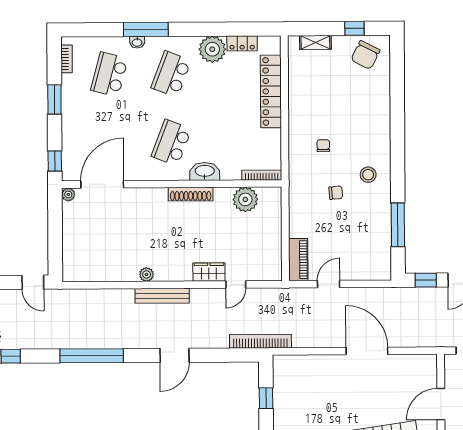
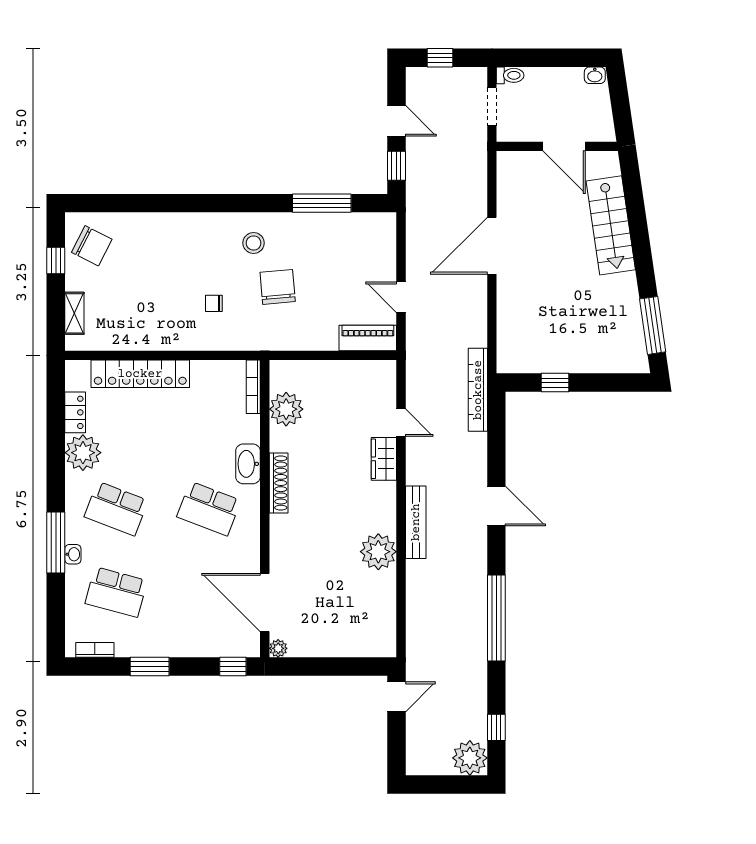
chair: (336, 193) -> (278, 287), width x1.87, depth x1.87
plant: (147, 274) -> (378, 552), width x1.87, depth x1.87

